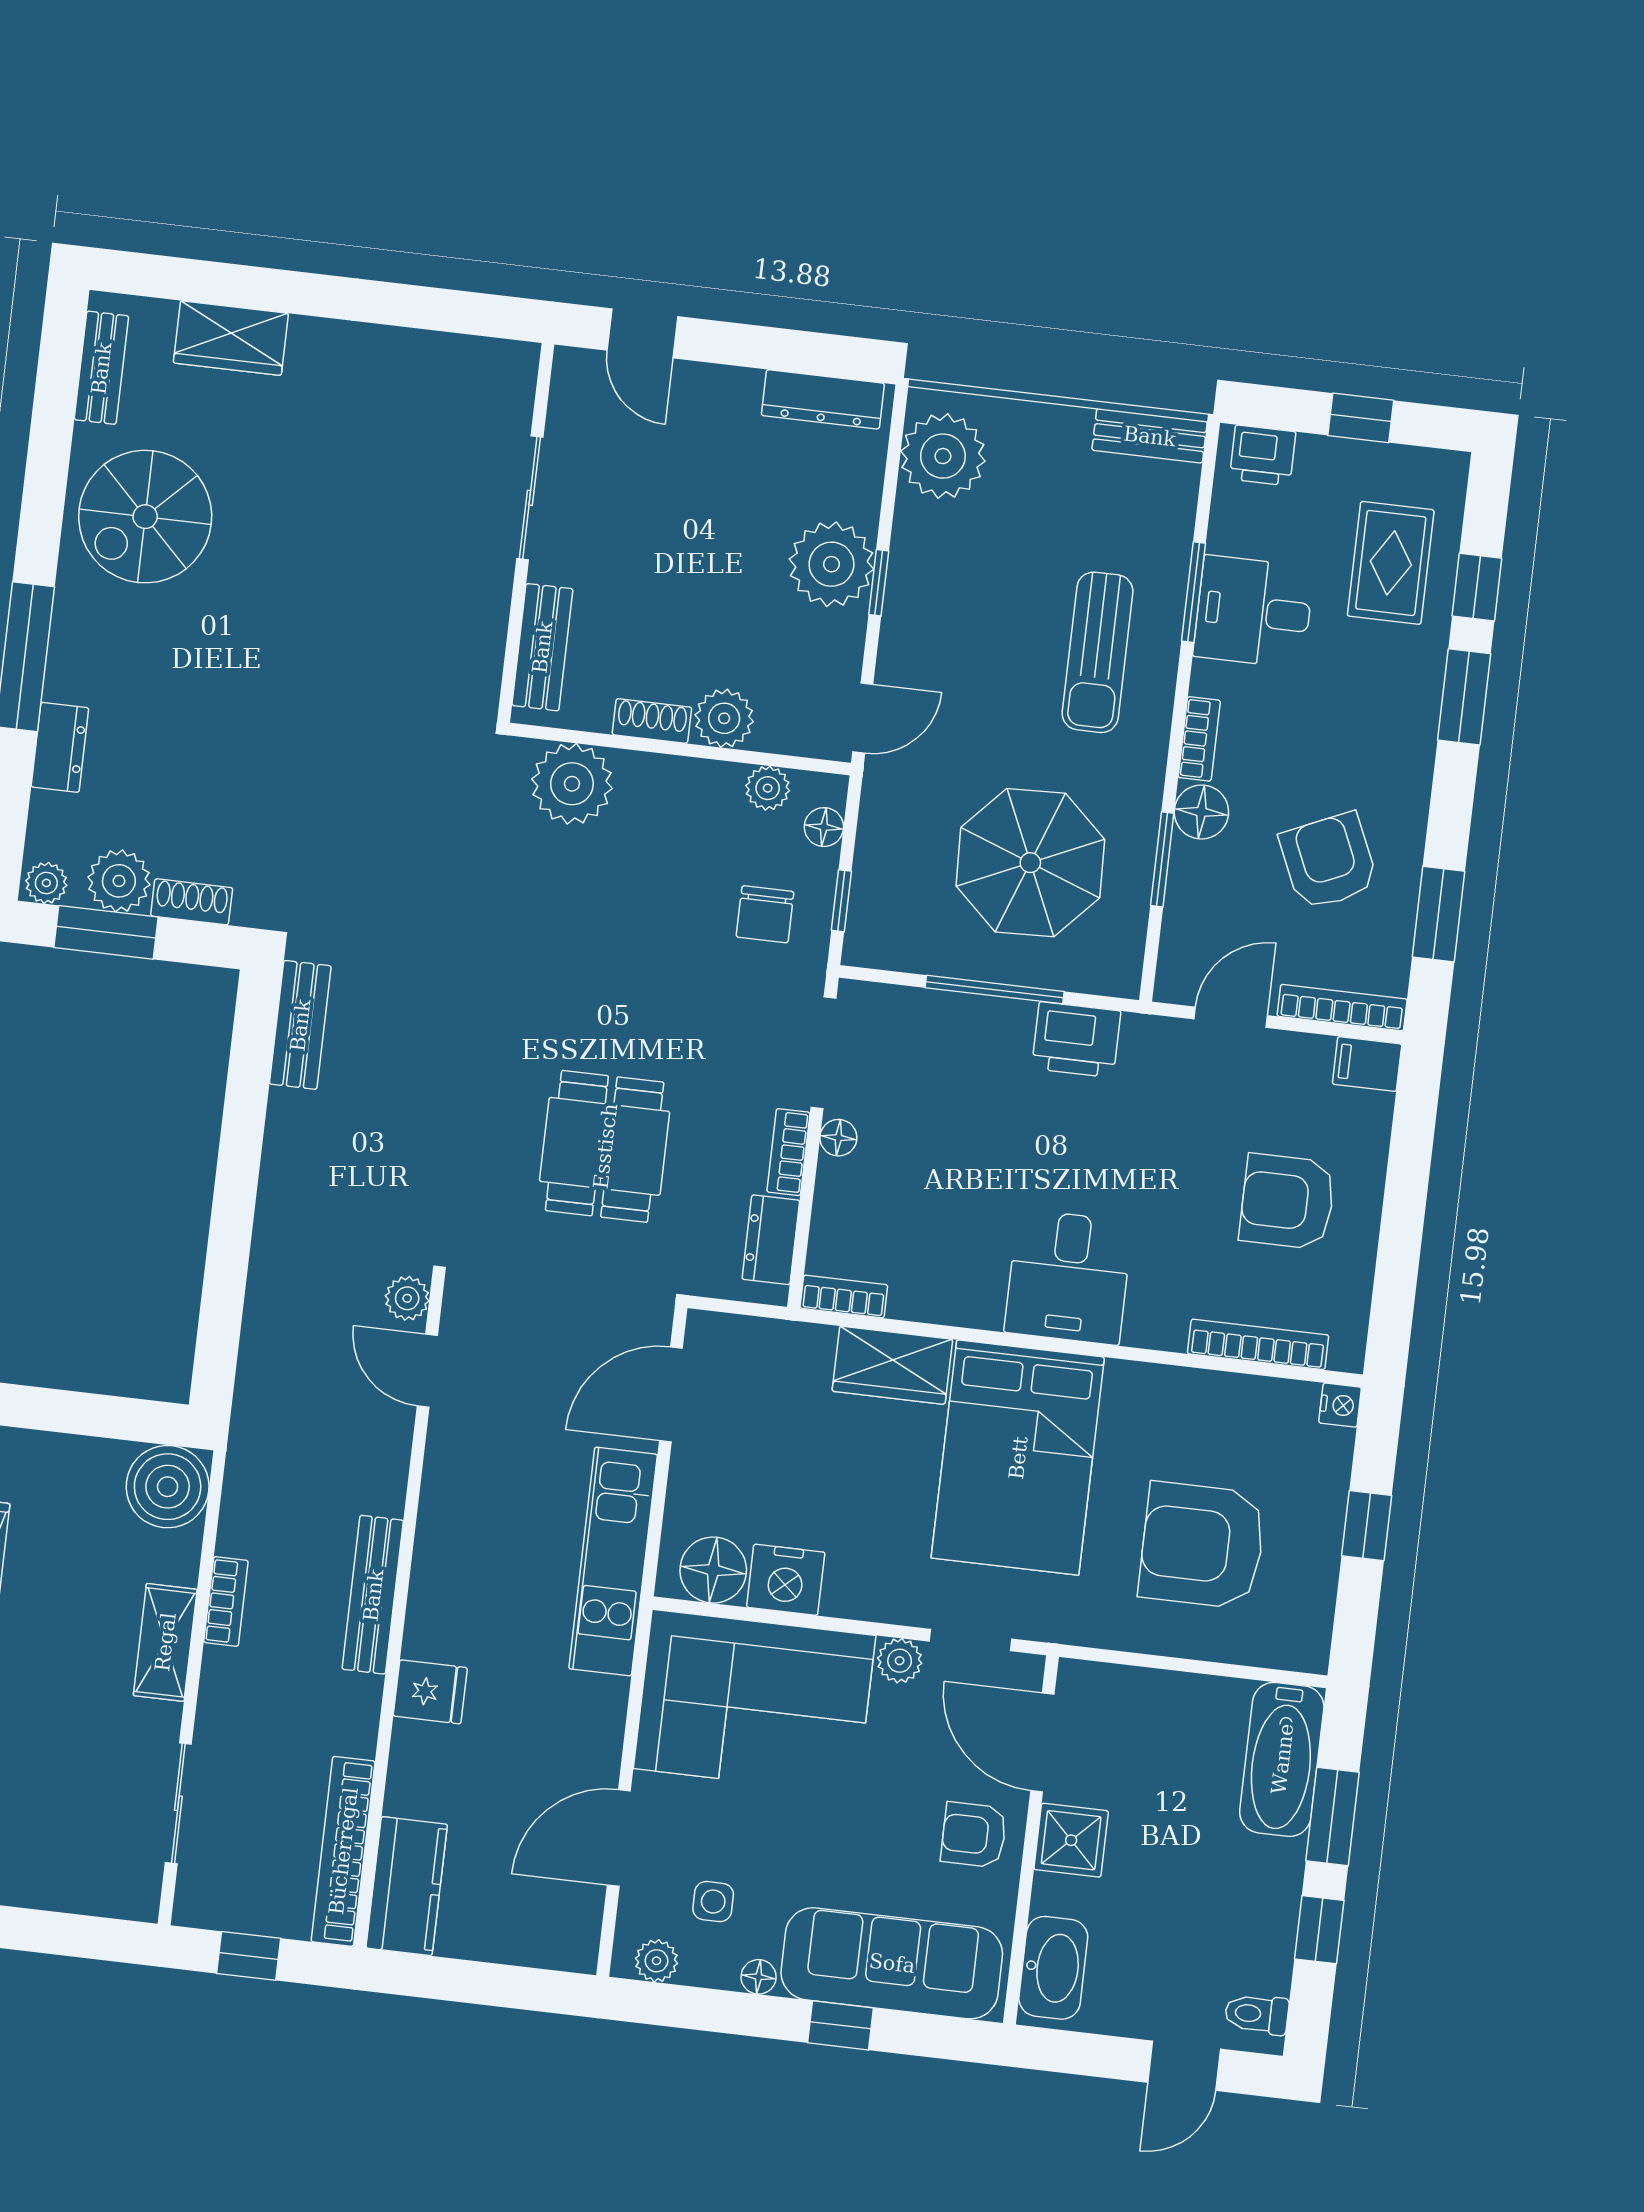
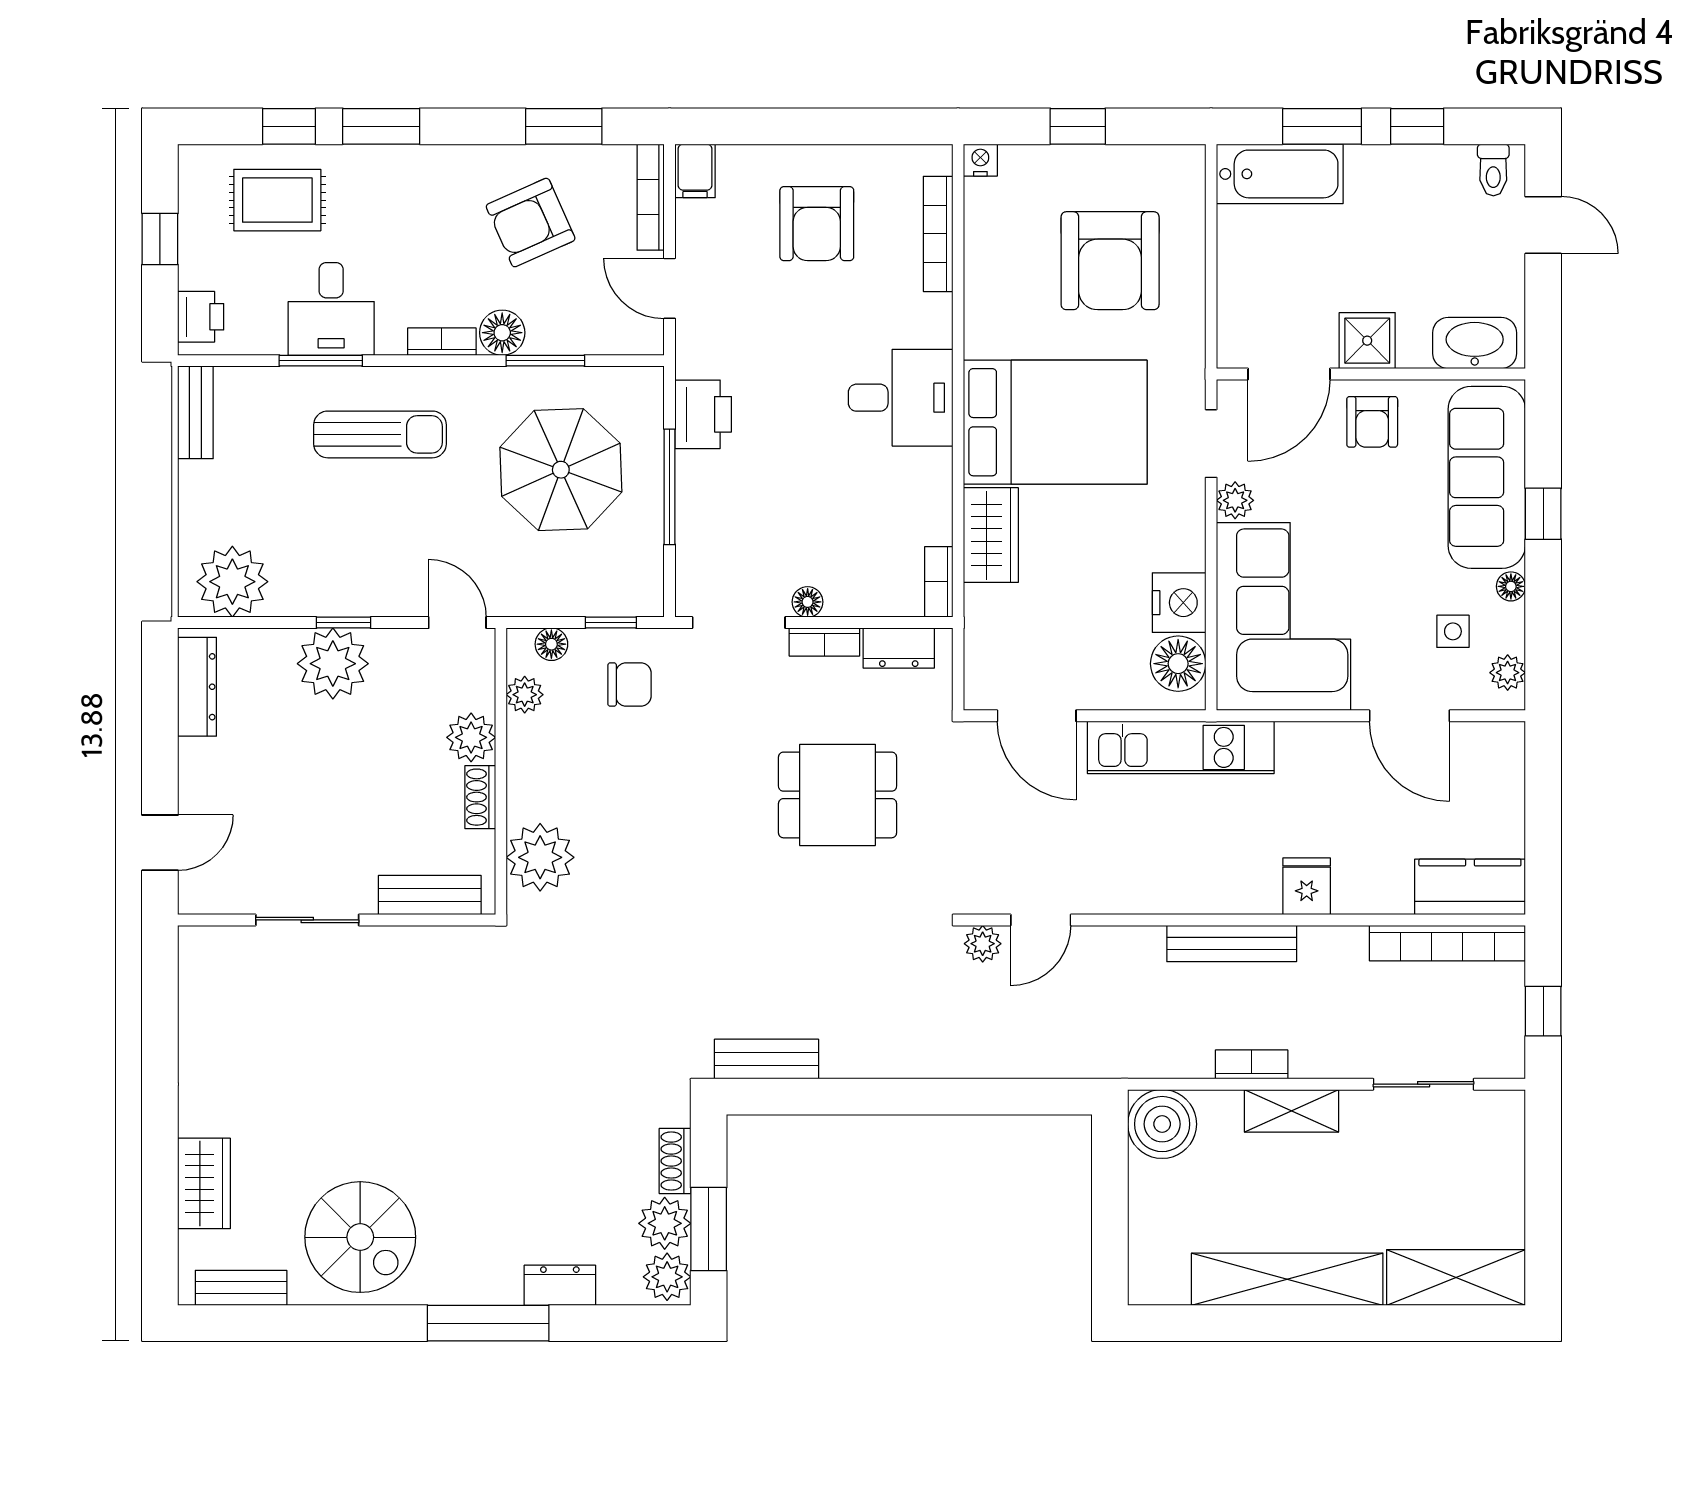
plant: (46, 883) -> (667, 1277), width x1.38, depth x1.38

